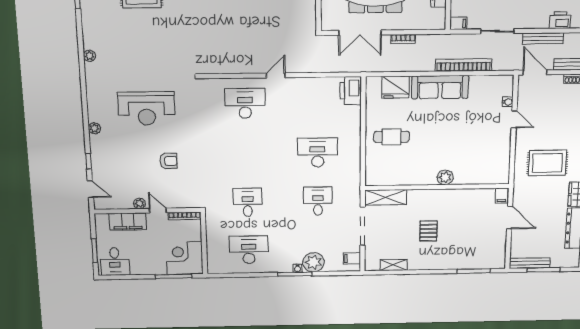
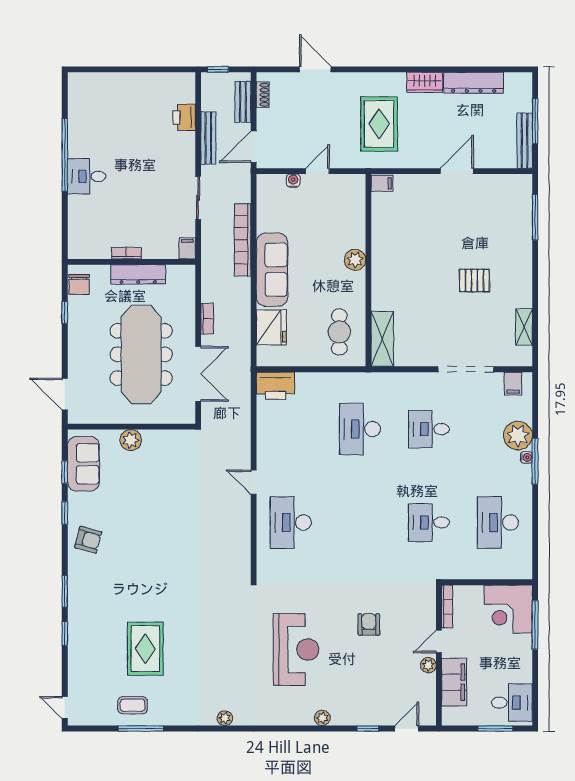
plant: (445, 177) -> (355, 260), moved
wall: (437, 187) -> (368, 270), moved
filing cabinet: (502, 195) -> (382, 183), moved
shelving: (386, 197) -> (382, 339), moved

